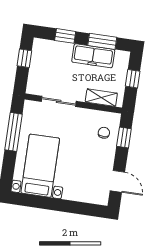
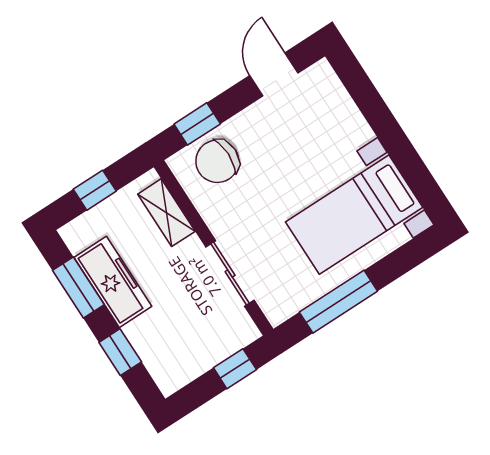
window: (24, 58) -> (235, 369), moved
chair: (104, 133) -> (217, 161), width x1.87, depth x1.87

